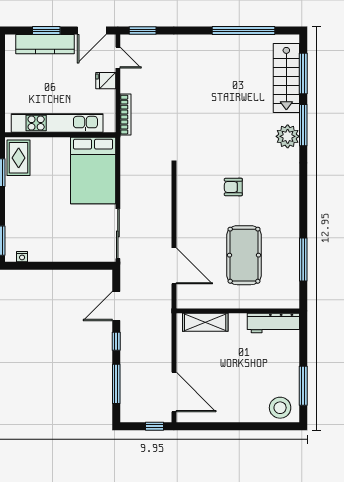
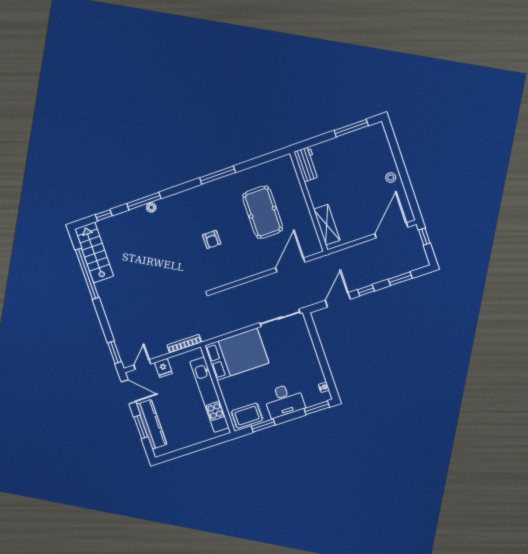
window: (303, 74) -> (104, 215), width x0.46
stairs: (286, 78) -> (94, 253), moved, turned -90
plant: (288, 136) -> (151, 208), width x0.53, depth x0.53
desk: (22, 206) -> (284, 400), added
pool table: (244, 255) -> (263, 212), turned 90
window: (303, 260) -> (218, 175), moved
door: (116, 306) -> (338, 300), swing flipped
workbench: (273, 323) -> (307, 164), width x0.73
window: (116, 384) -> (400, 279), width x0.69
stool: (280, 408) -> (391, 178), moved, width x0.53, depth x0.53

